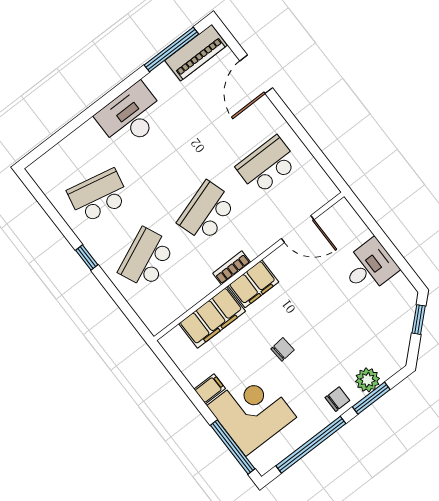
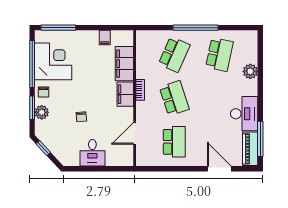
desk: (131, 116) -> (244, 114), moved
plant: (89, 135) -> (250, 71), added
window: (87, 257) -> (196, 28), width x3.17
school desk: (146, 258) -> (174, 55), turned 48
window: (419, 320) -> (43, 148), moved
chair: (282, 349) -> (81, 117), moved
filing cabinet: (210, 389) -> (105, 38), moved
corner desk: (252, 411) -> (53, 61), moved, turned -90

